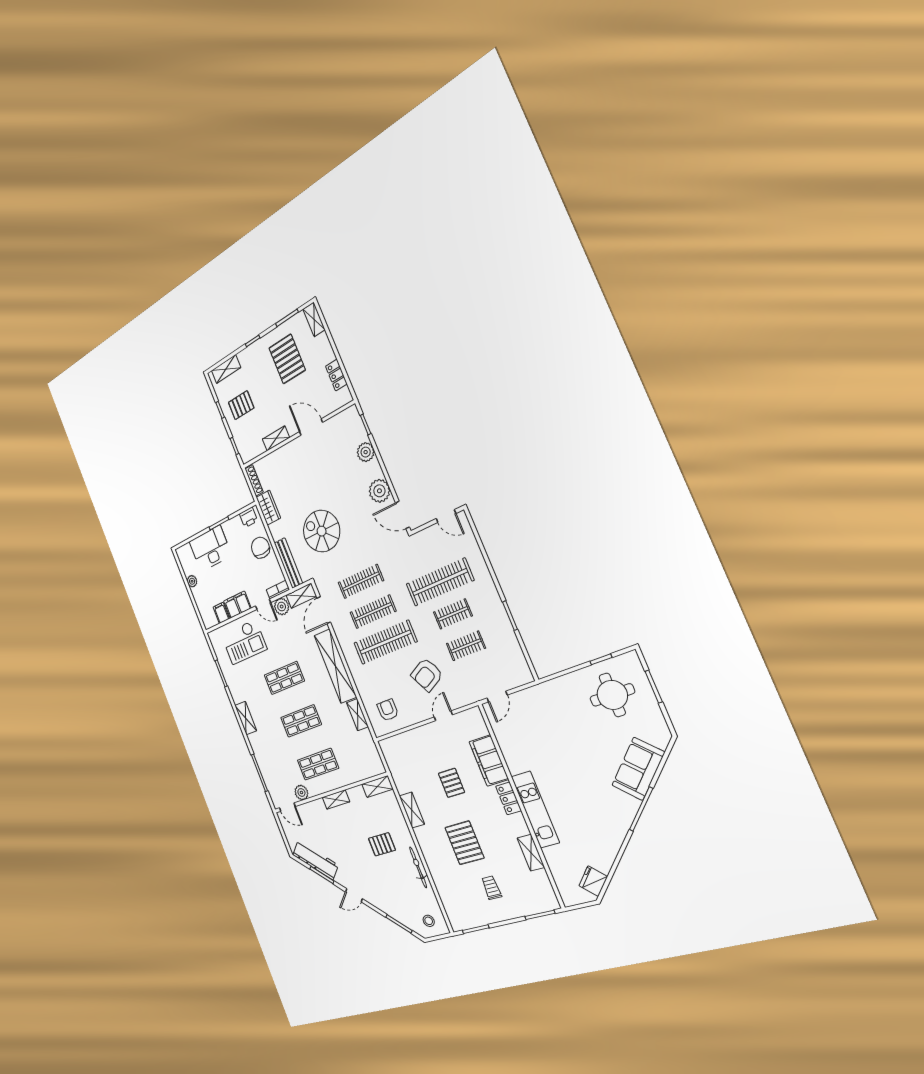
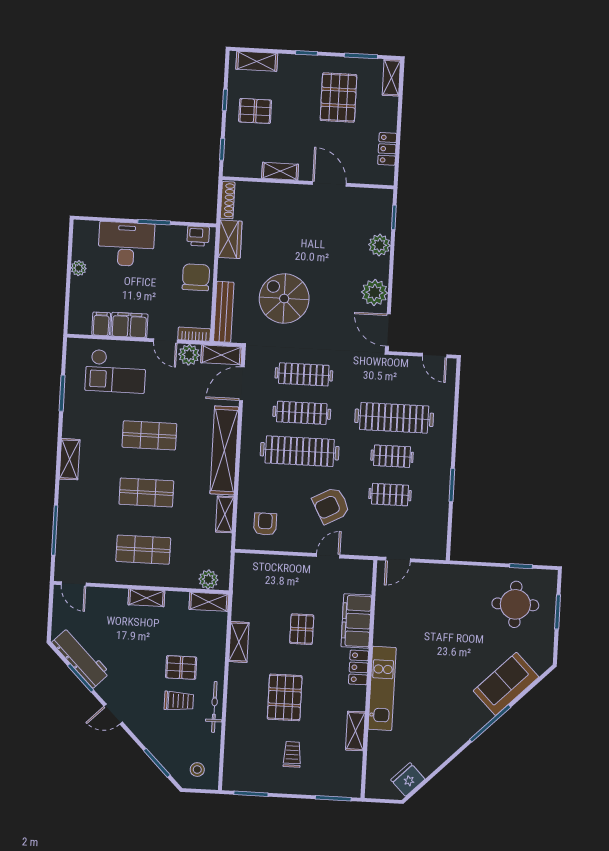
plant: (301, 793) -> (208, 579), moved
trolley: (392, 871) -> (179, 701), added

